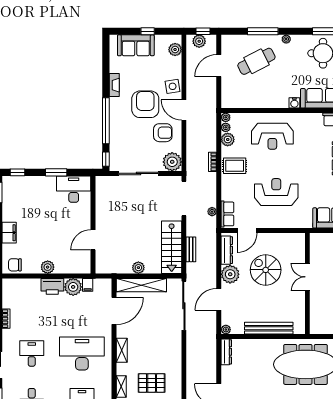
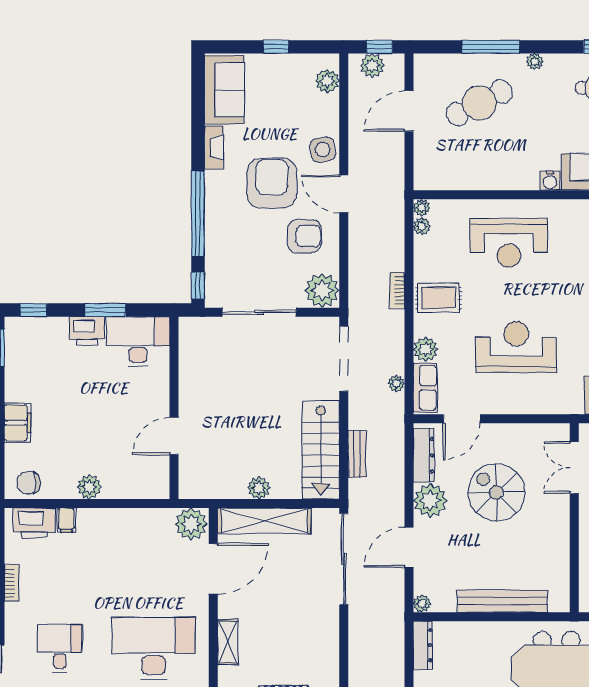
sofa: (136, 45) -> (224, 90), moved, turned -90
plant: (228, 139) -> (426, 349), moved
printer: (46, 183) -> (87, 331), added
double door: (307, 277) -> (574, 468), moved
filing cabinet: (88, 285) -> (66, 520), moved
printer: (52, 286) -> (34, 523), moved
plant: (73, 287) -> (191, 524), moved

